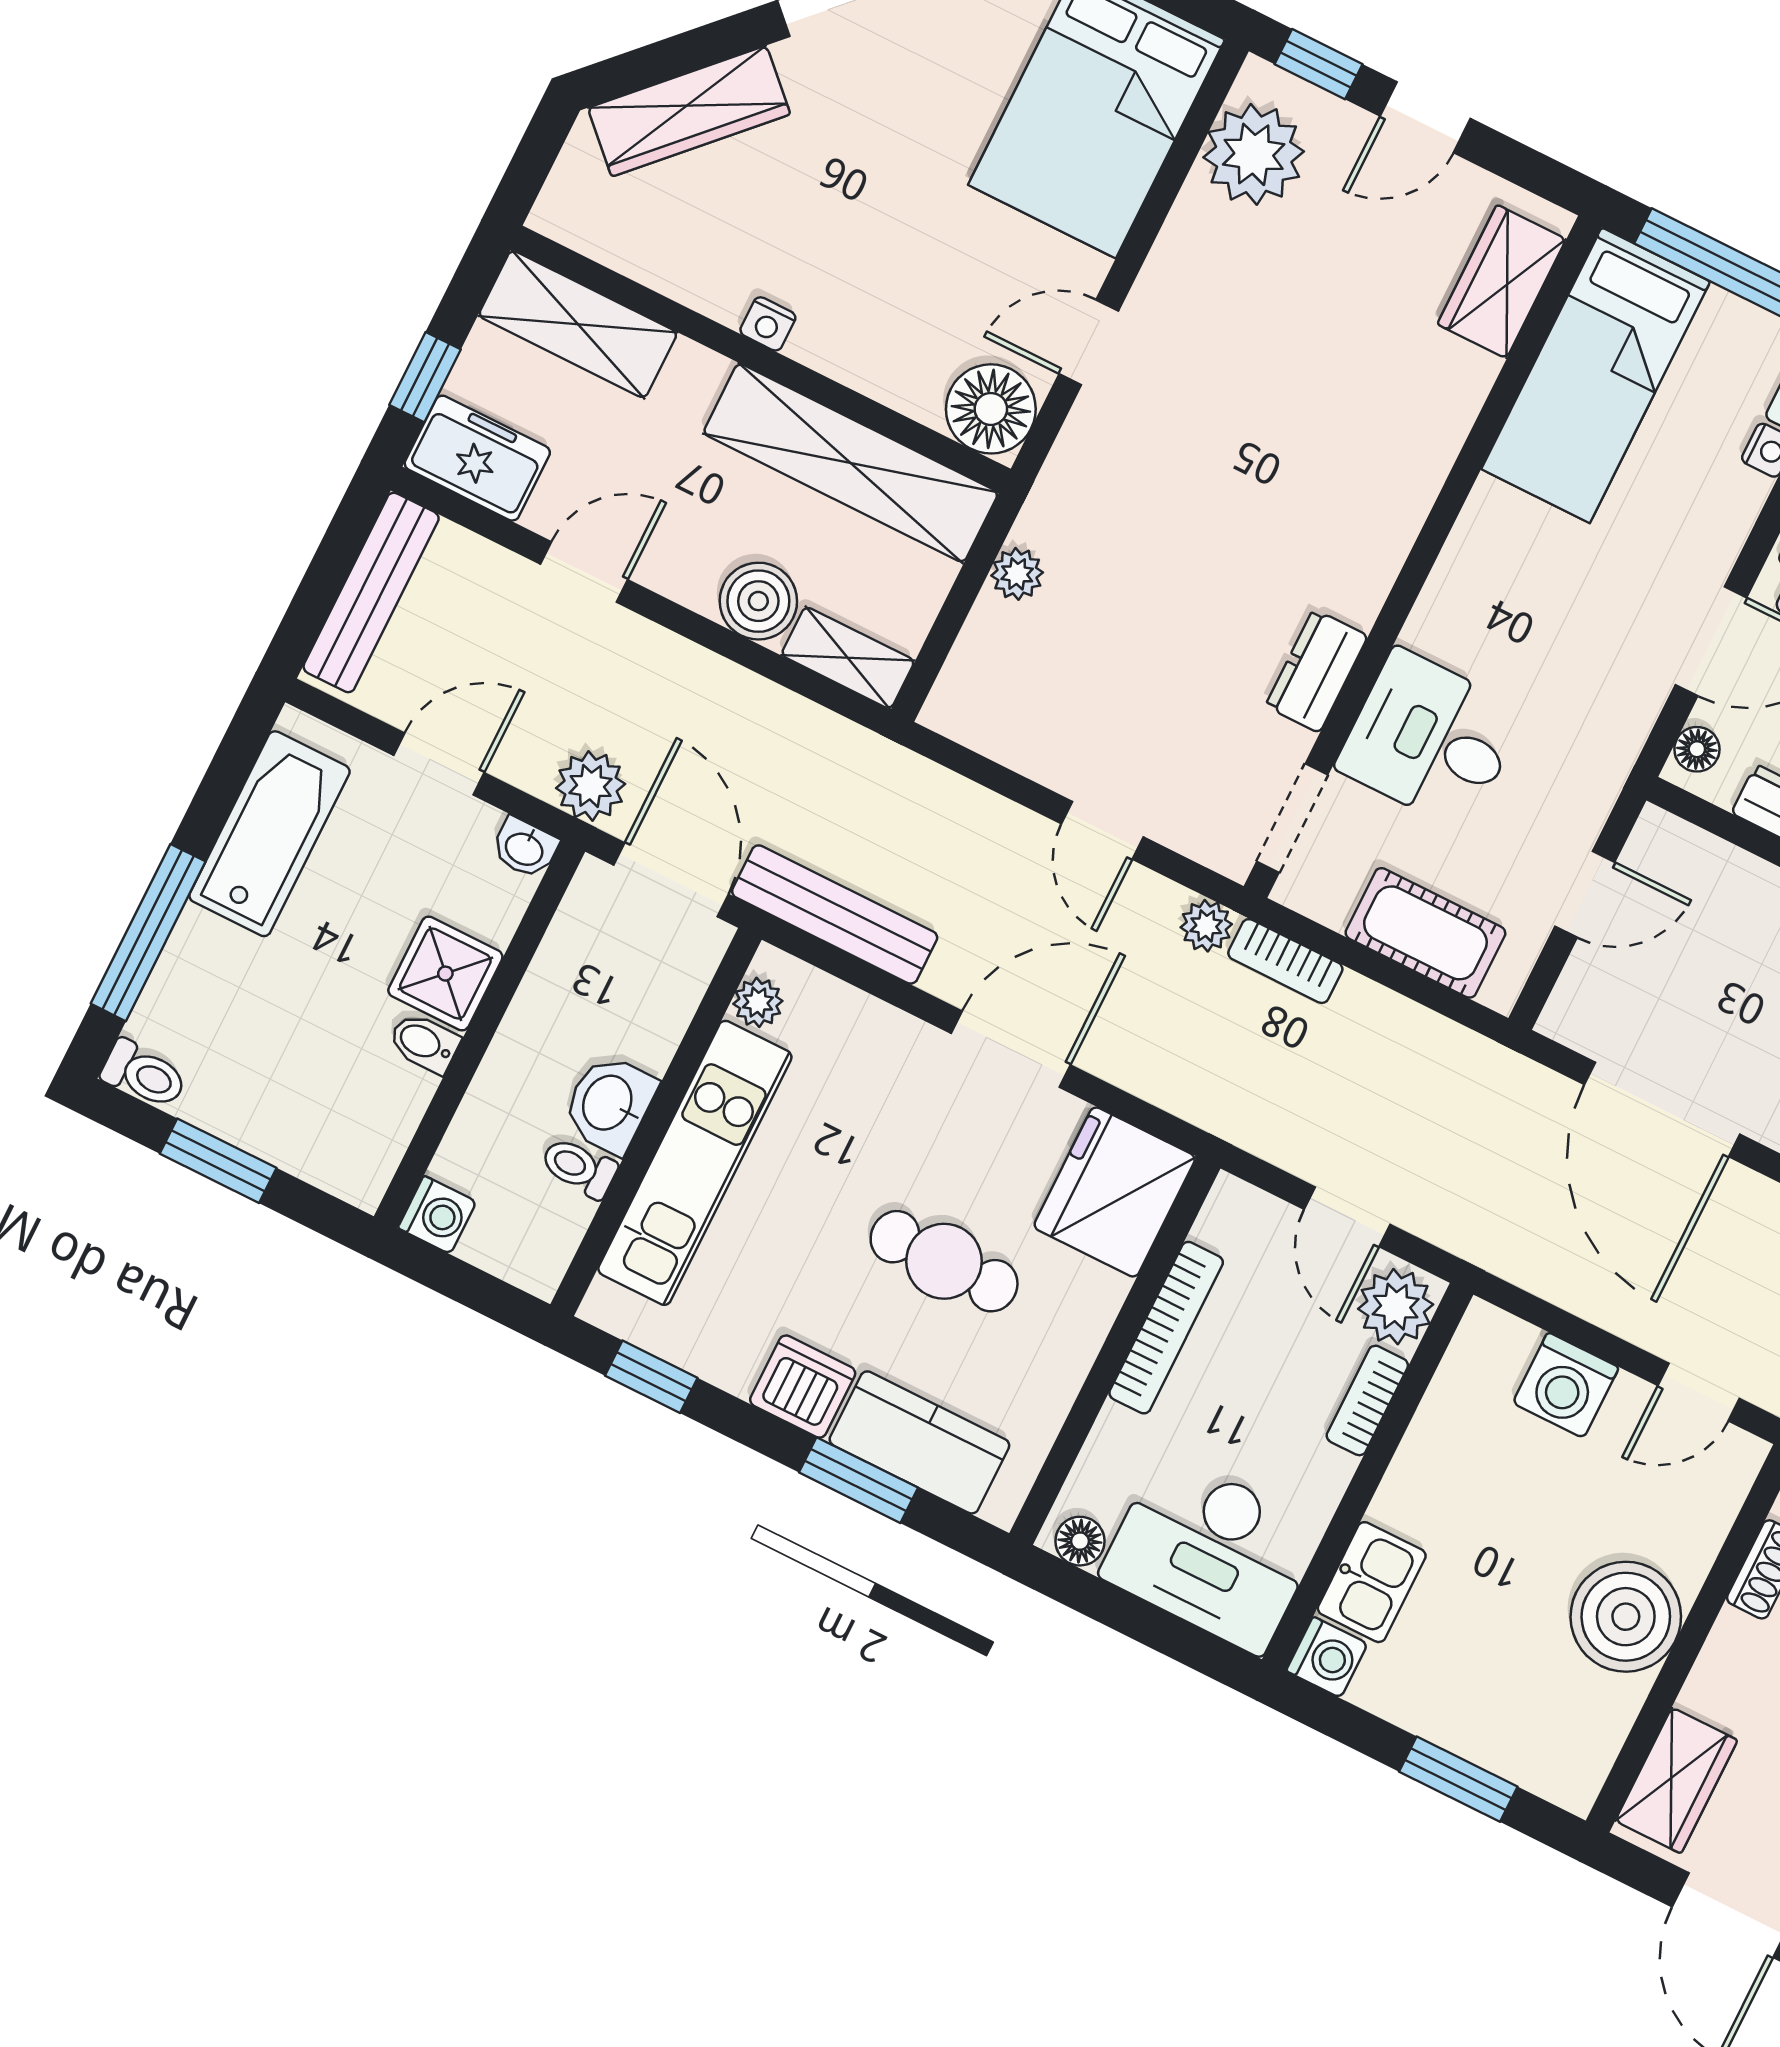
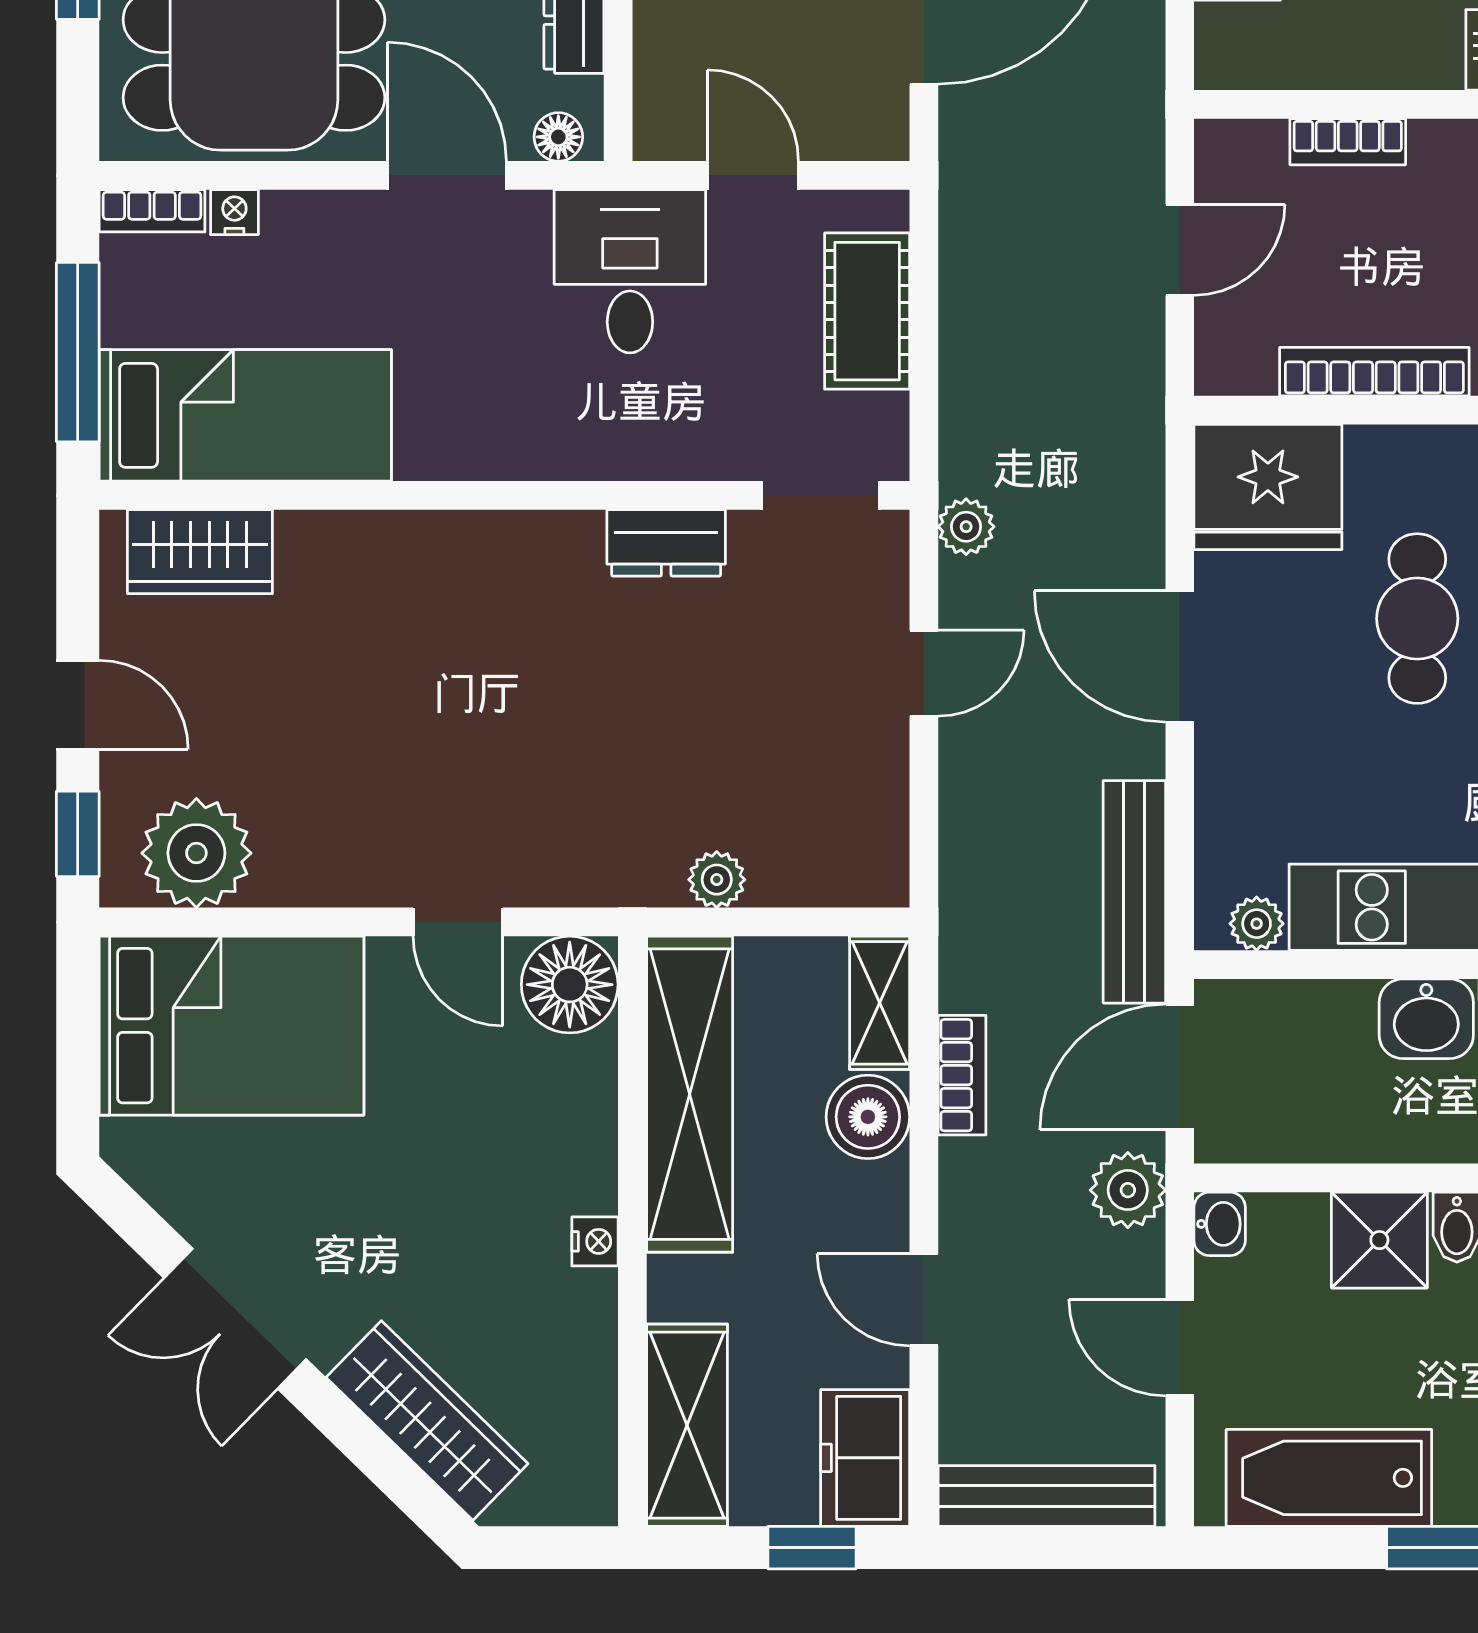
desk: (1431, 739) -> (630, 271), moved, turned 180
bookcase: (1285, 961) -> (962, 1075), moved
plant: (1396, 1307) -> (1243, 160), removed

